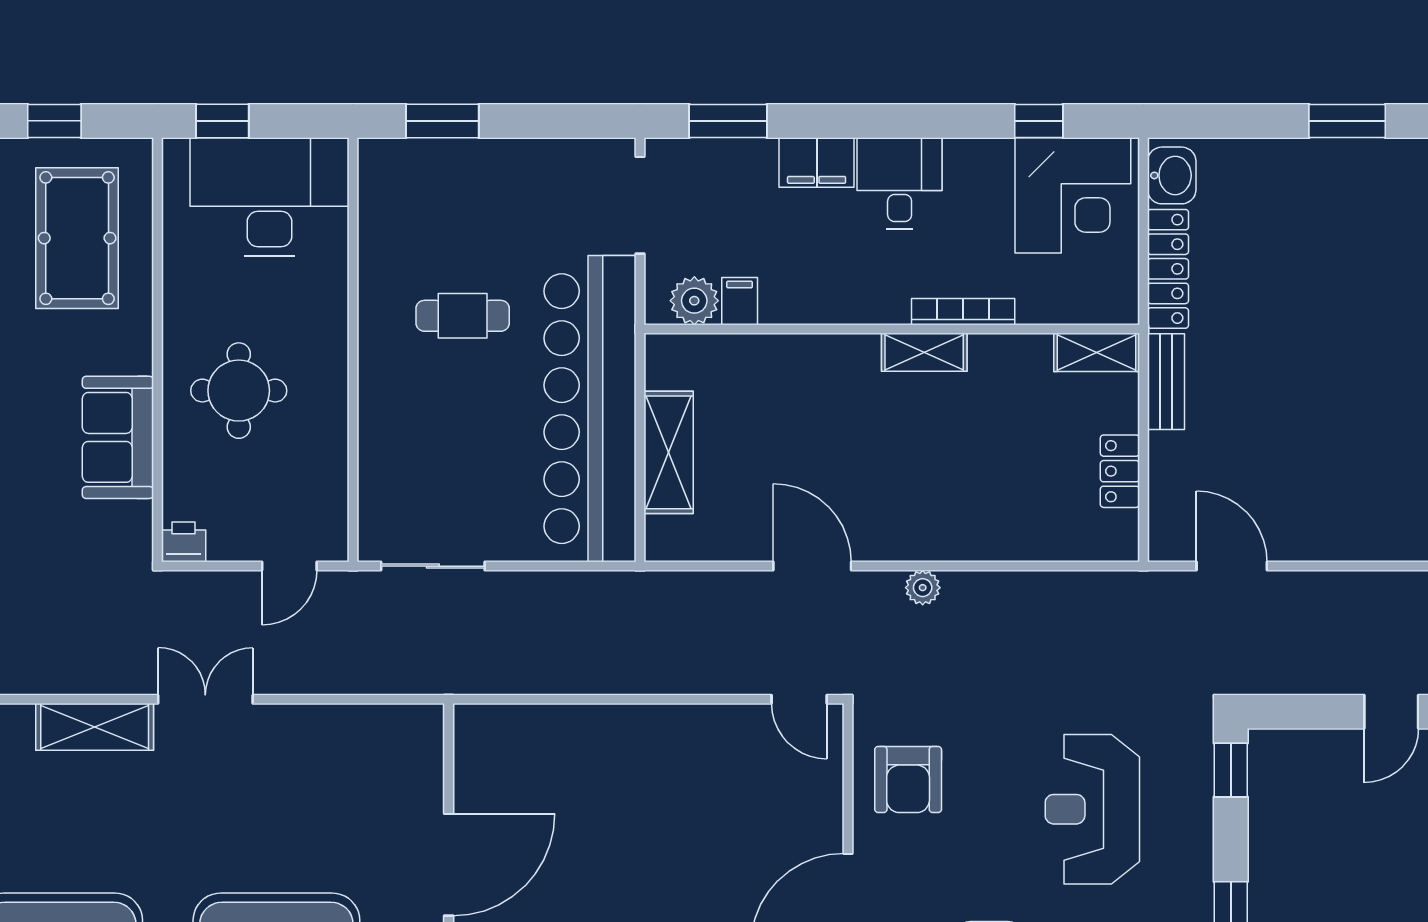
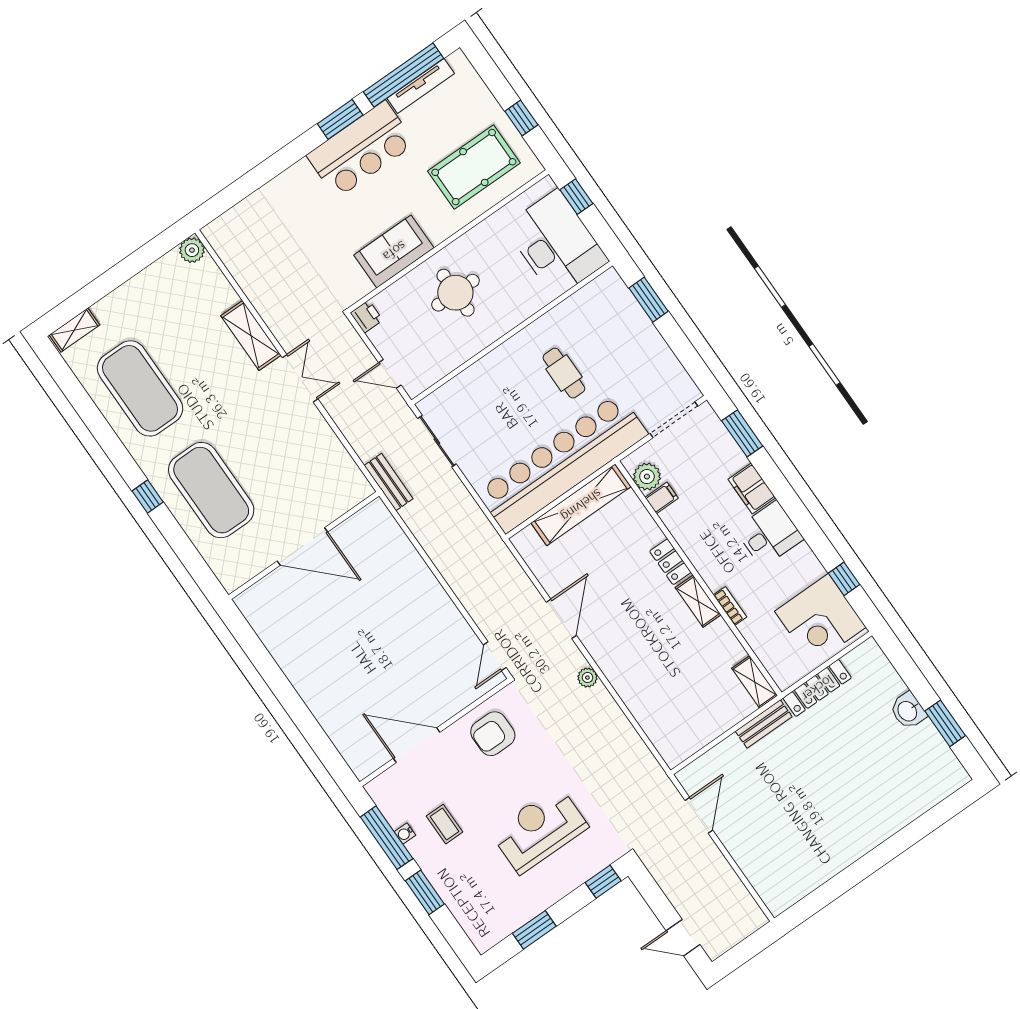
washbasin: (1172, 175) -> (908, 711), moved, turned 90
bookcase: (963, 312) -> (730, 606), width x0.64
shelving: (669, 452) -> (581, 505), width x1.47
locker: (1120, 471) -> (670, 562), moved, turned -90
bench: (443, 676) -> (389, 482), added

